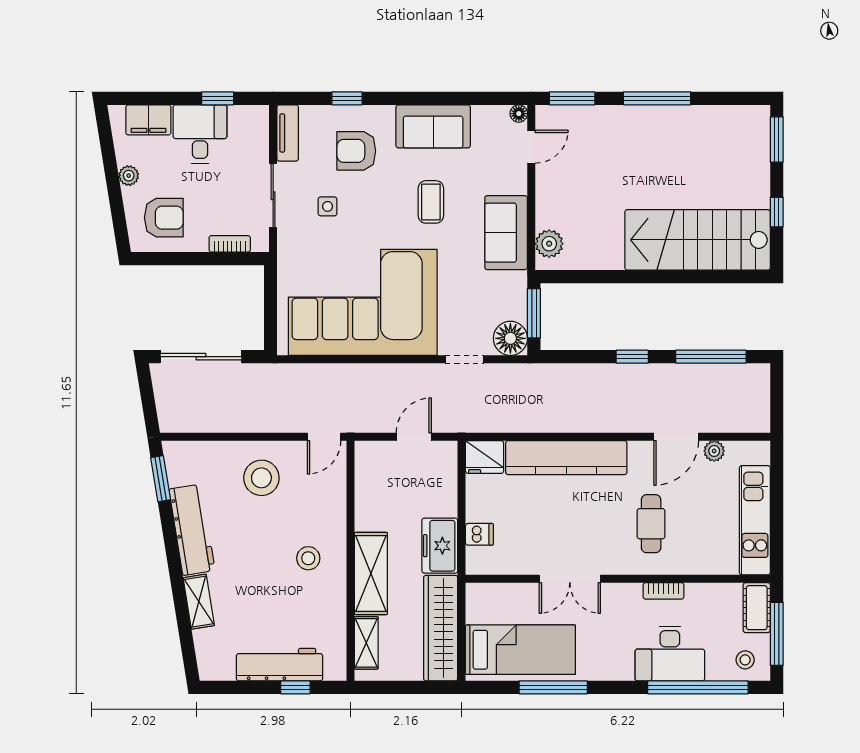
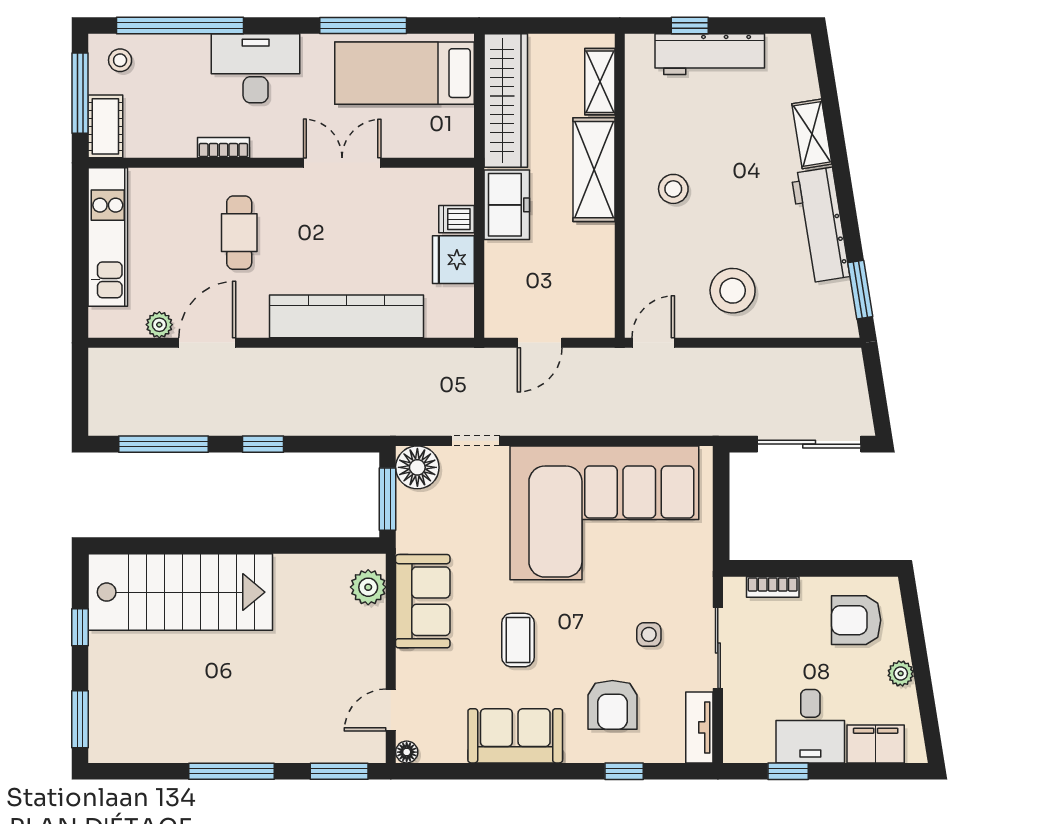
armchair: (356, 151) -> (612, 705), turned 90
fridge: (485, 457) -> (453, 260), moved, turned -90
desk: (670, 653) -> (256, 68), moved

